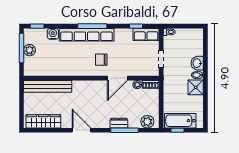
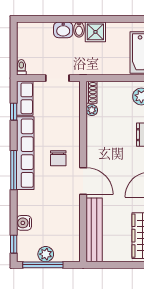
row of seats: (87, 35) -> (25, 153), moved
door: (117, 78) -> (83, 181), moved

